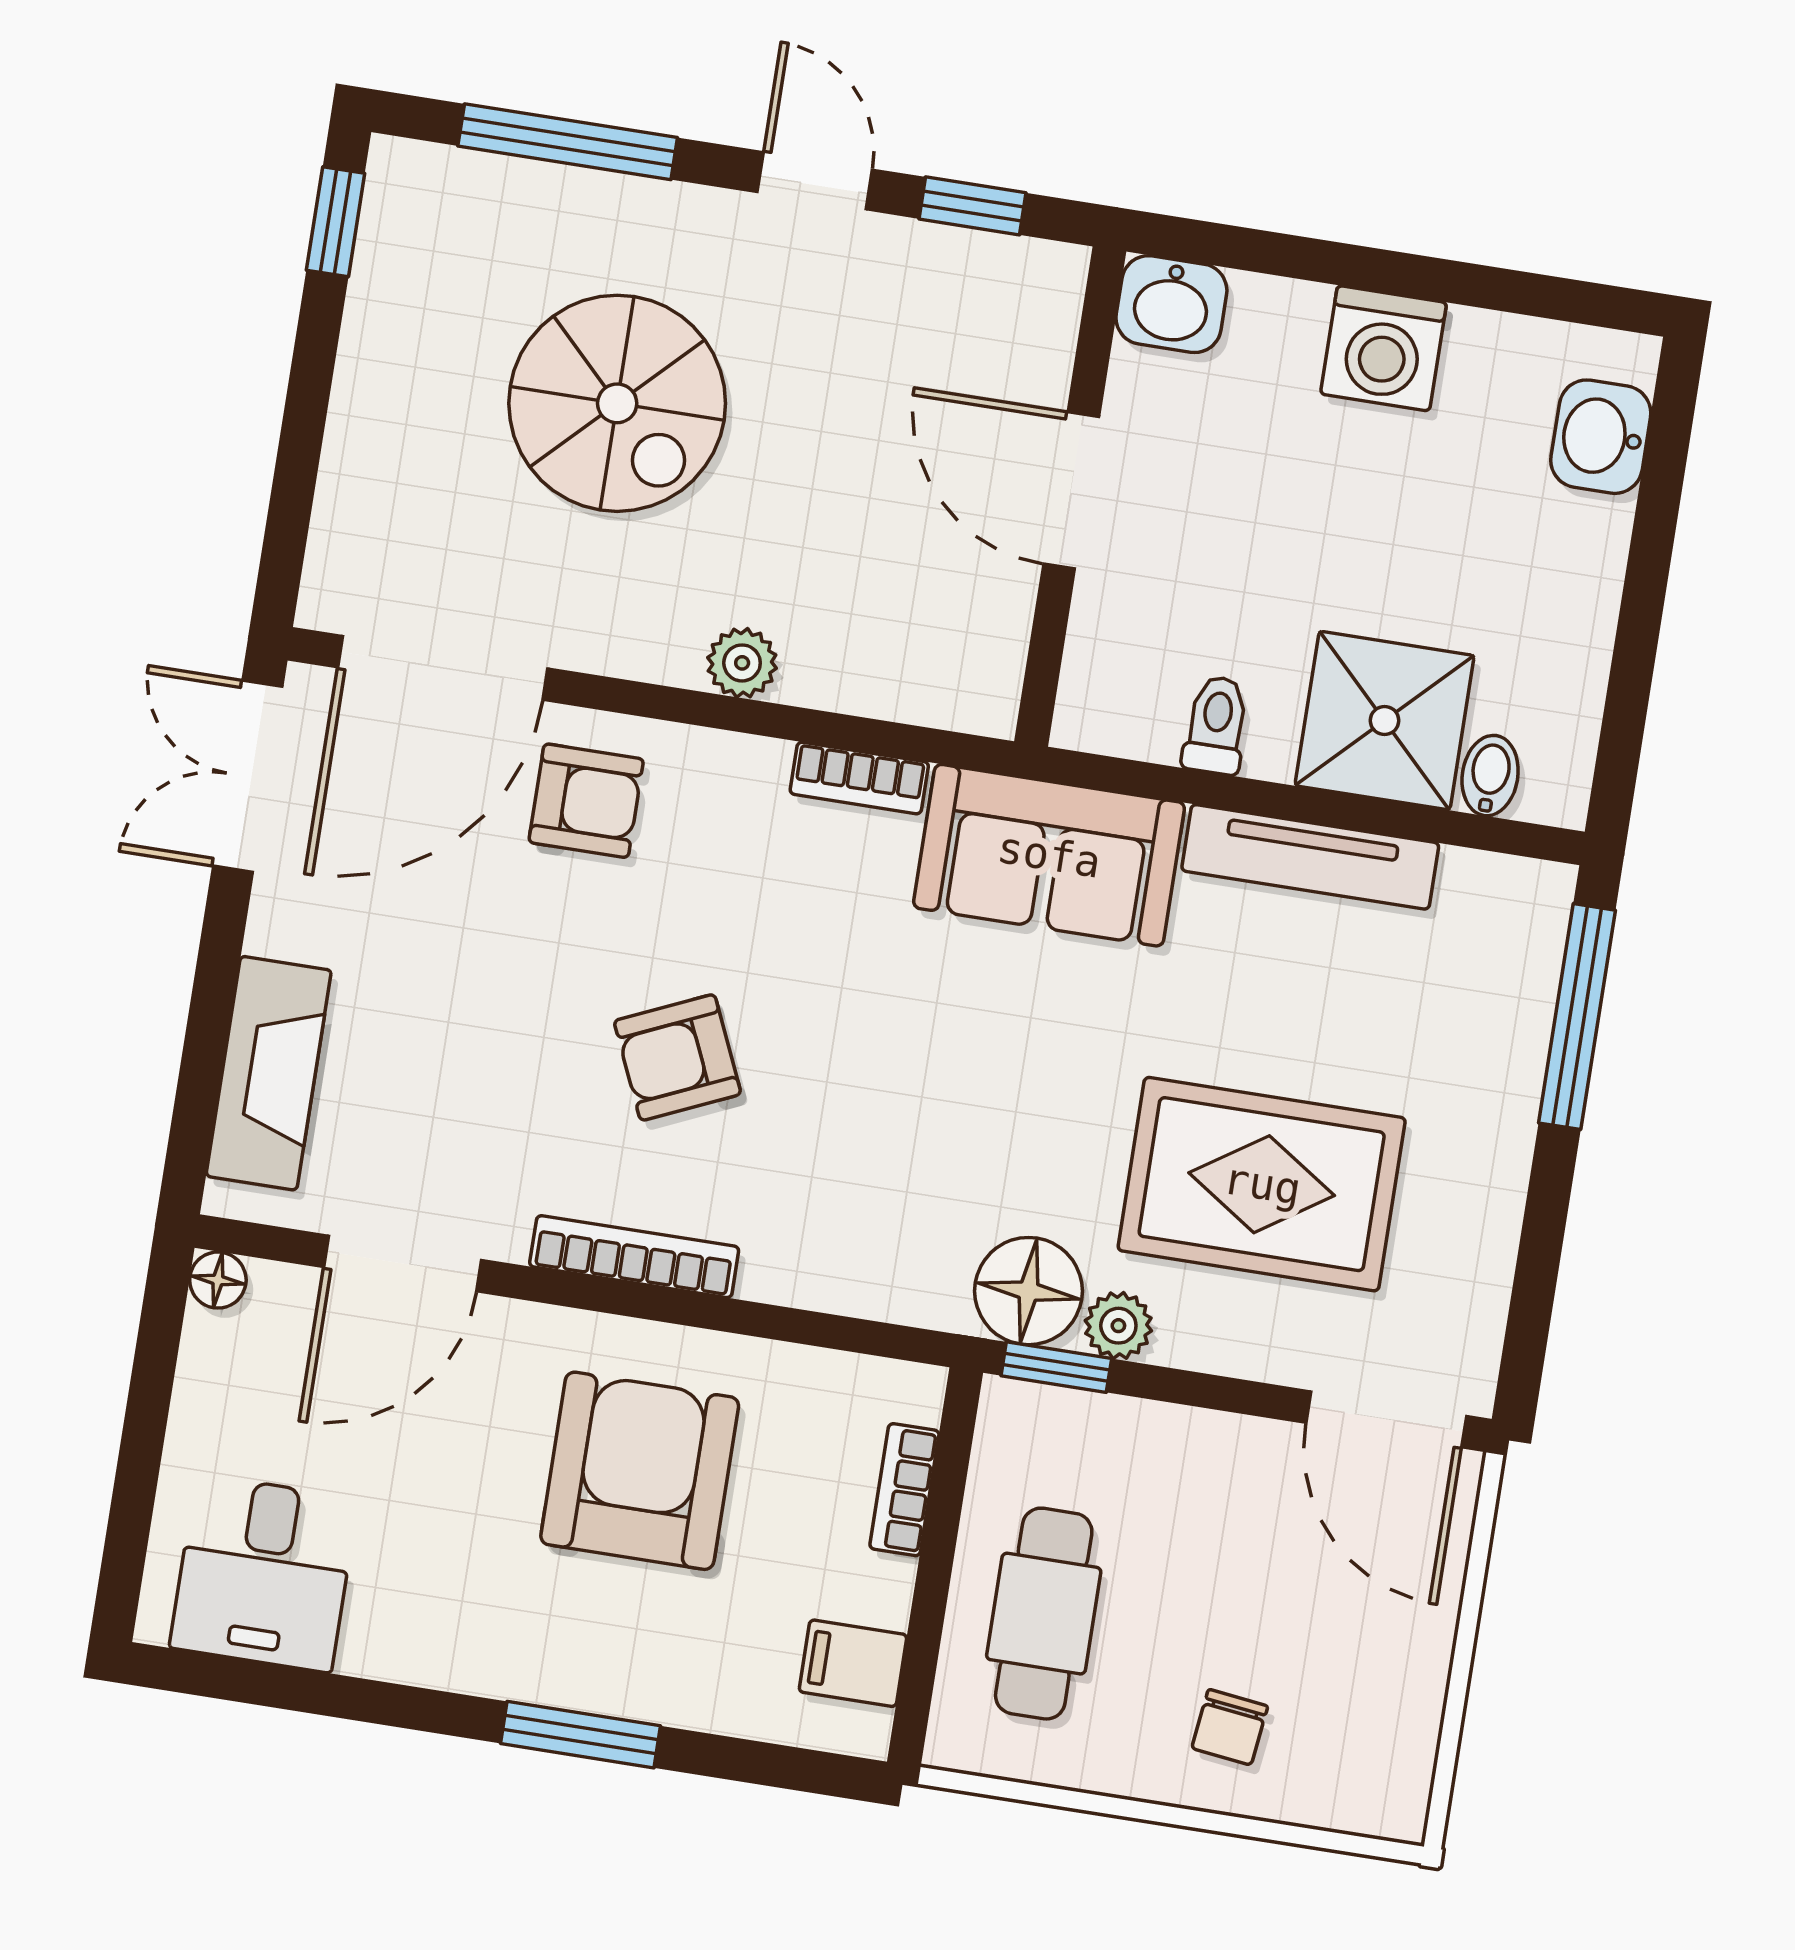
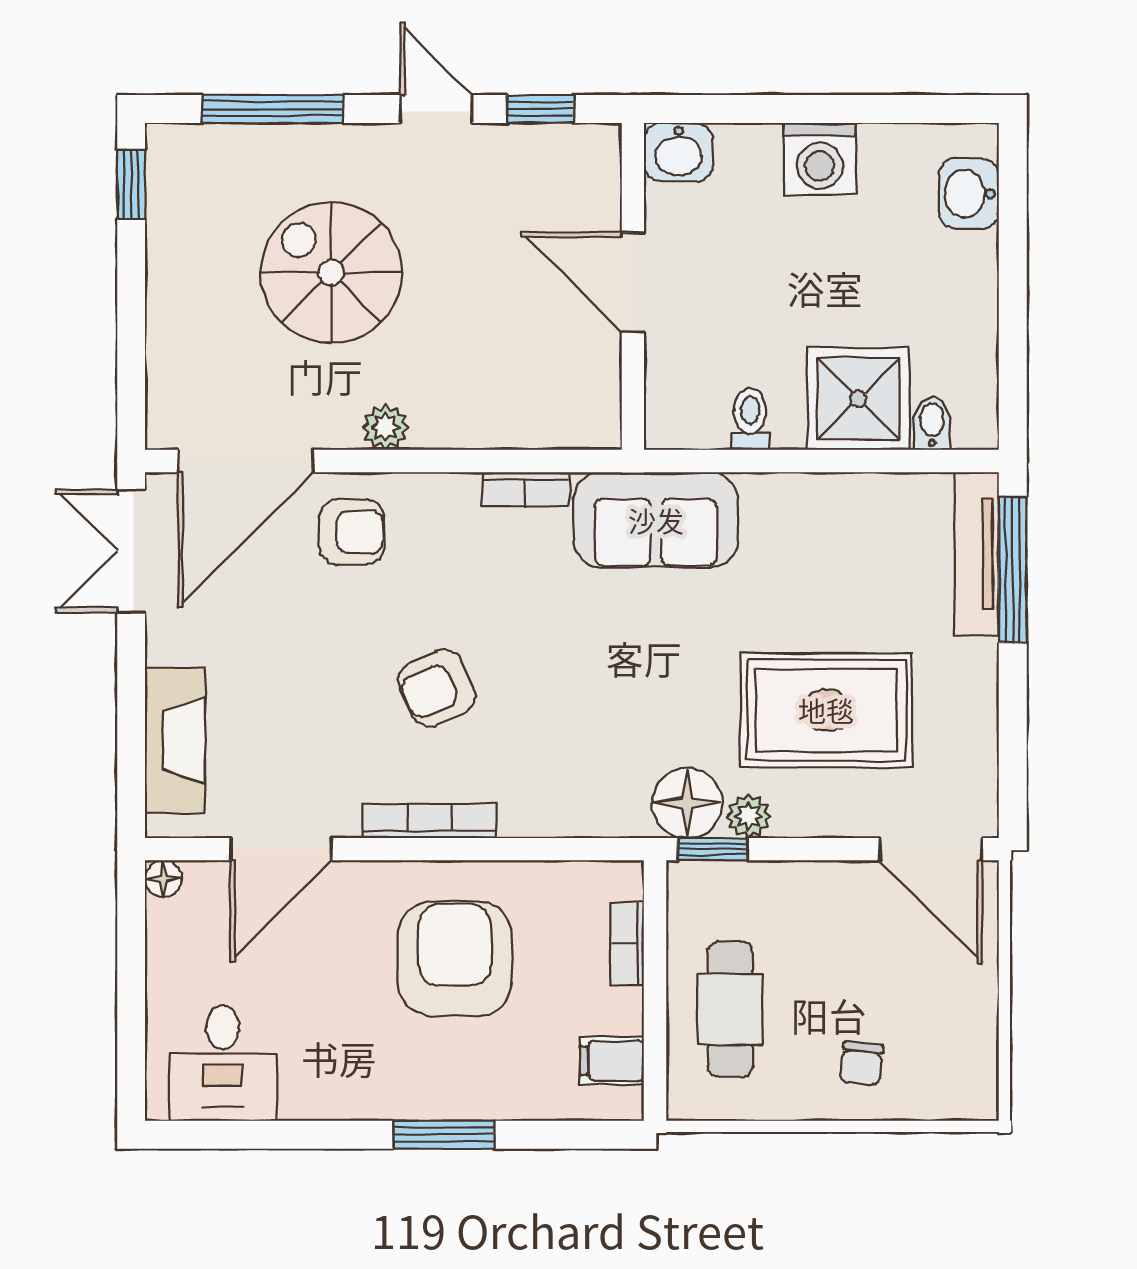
spiral stairs: (617, 403) -> (331, 273), turned 180
plant: (742, 663) -> (385, 427), moved
tv unit: (1310, 857) -> (977, 554), moved, turned 90

